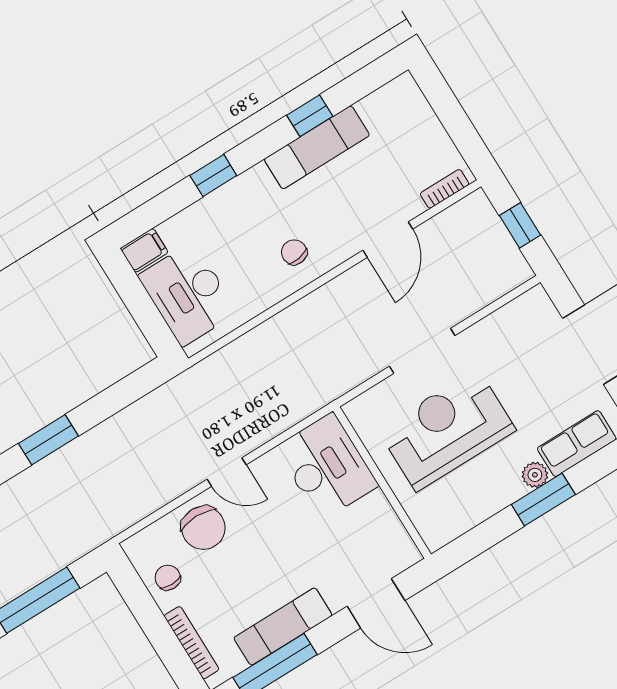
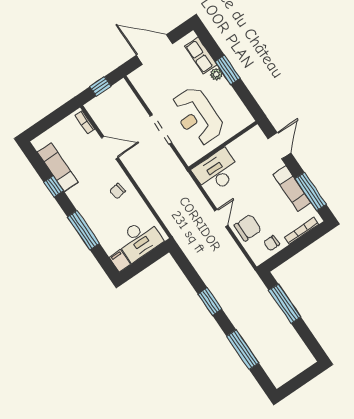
exam couch: (317, 147) -> (58, 167), moved
window: (213, 176) -> (83, 230), width x2.17

